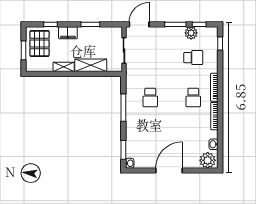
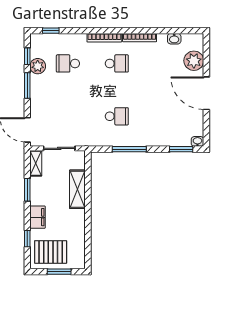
school desk: (193, 58) -> (68, 63), turned -90
shelving: (64, 67) -> (36, 163), moved
plant: (208, 160) -> (194, 61), moved

